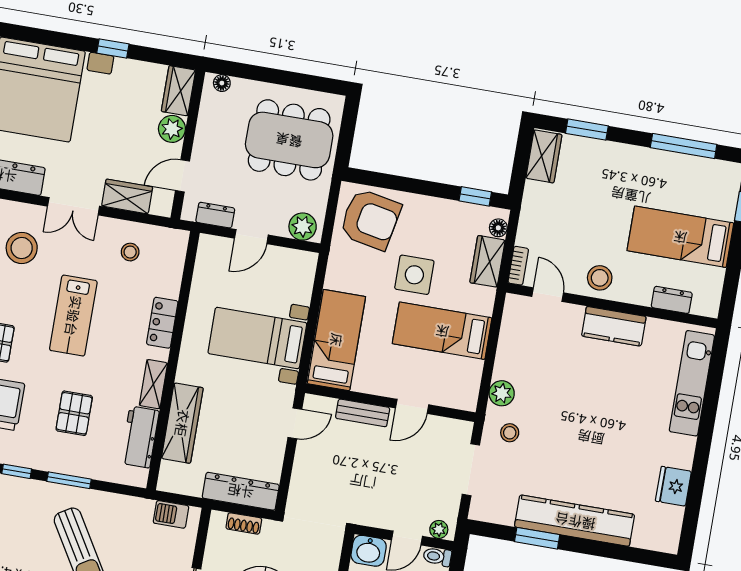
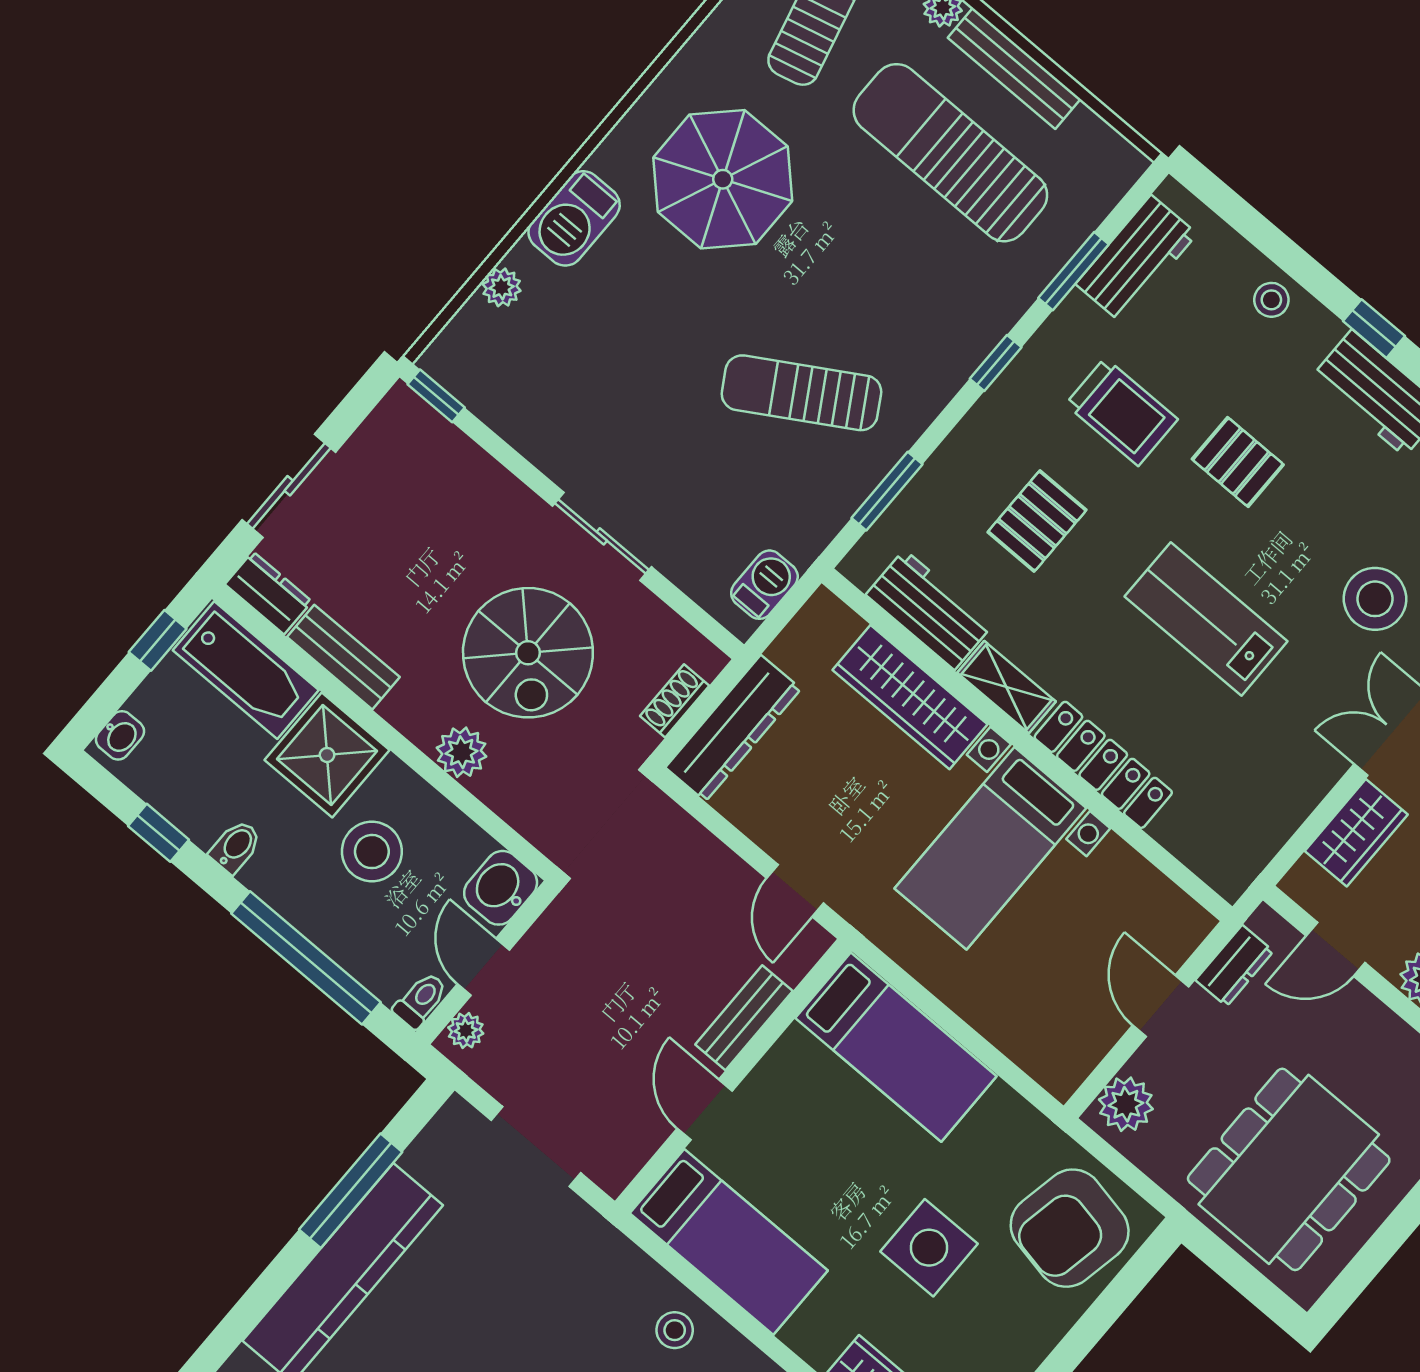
door: (183, 176) -> (1335, 949), swing flipped
stool: (130, 252) -> (1258, 781), removed
locker: (162, 323) -> (1103, 765), width x1.53
bed: (442, 331) -> (729, 1242), moved, turned 90
bed with nightstands: (257, 338) -> (990, 848), moved, turned 180
plant: (502, 393) -> (636, 1277), removed
pallet: (74, 413) -> (1037, 521), turned 90
stool: (510, 433) -> (675, 1330), moved
window: (69, 480) -> (887, 491), moved
window: (537, 538) -> (351, 1191), width x1.44

